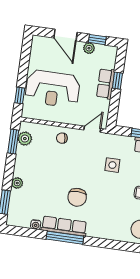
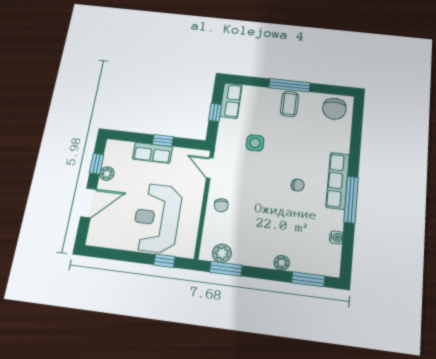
window: (117, 81) -> (163, 140), moved
reception desk: (53, 89) -> (157, 218), turned 180
chair: (77, 197) -> (298, 185), width x0.54, depth x0.54
row of seats: (64, 226) -> (338, 181), moved

